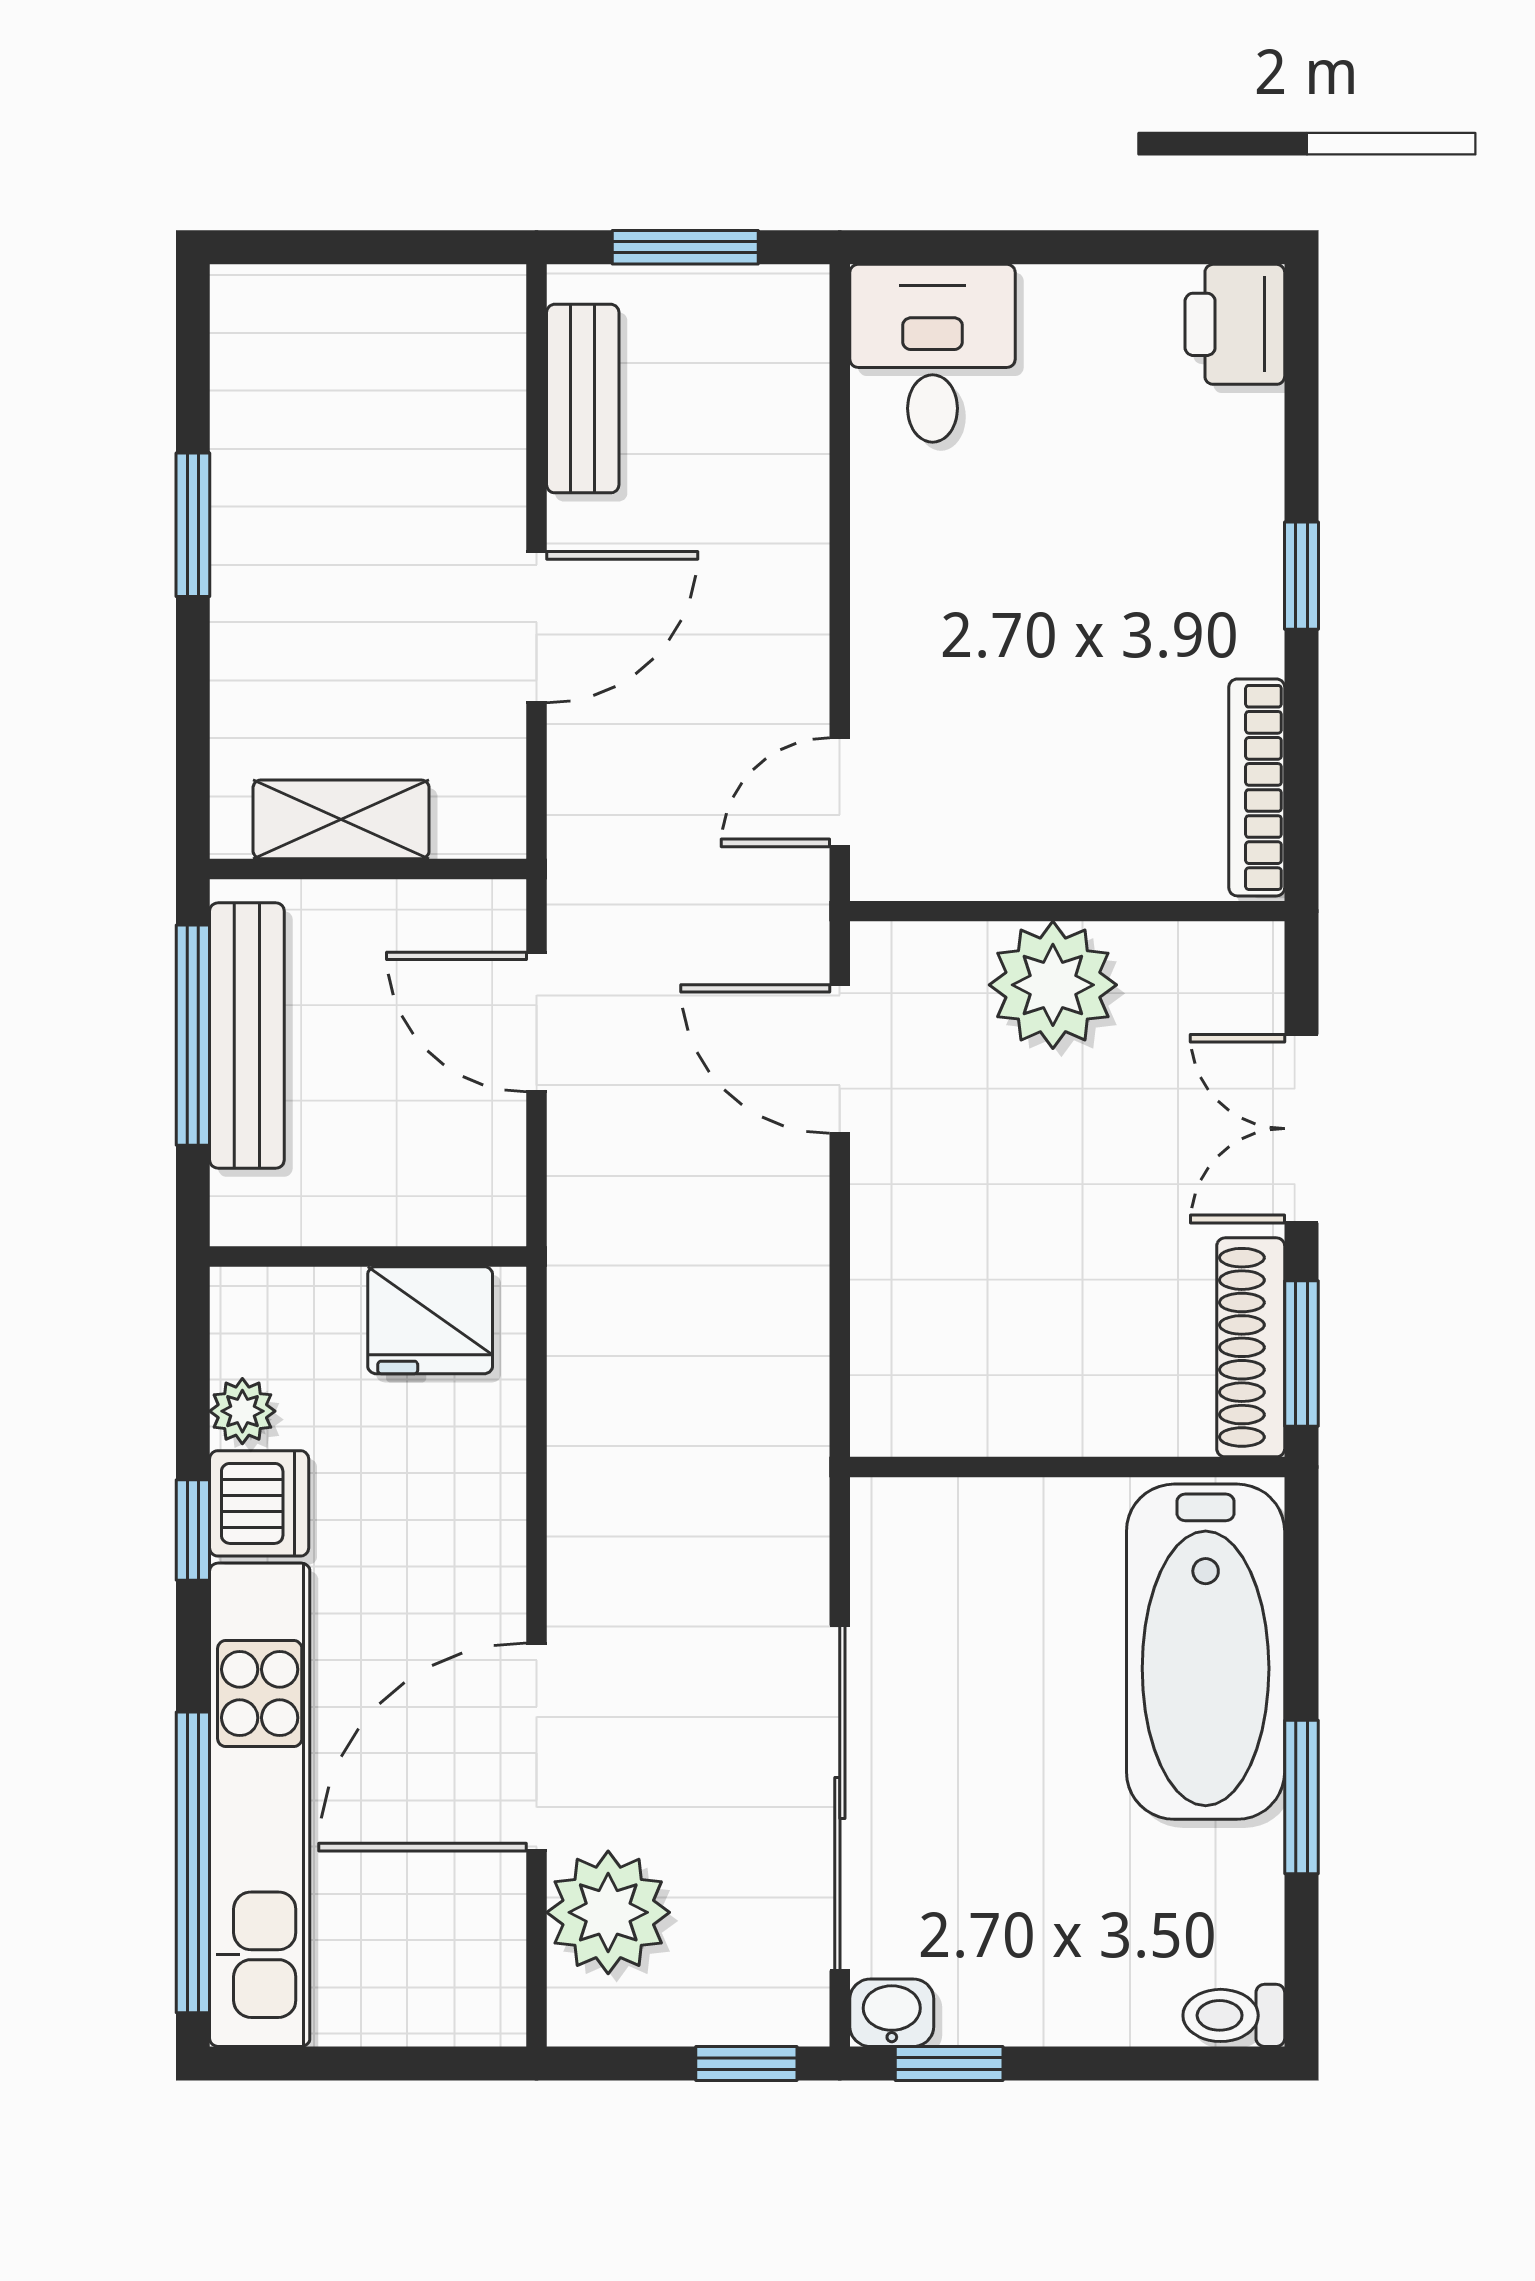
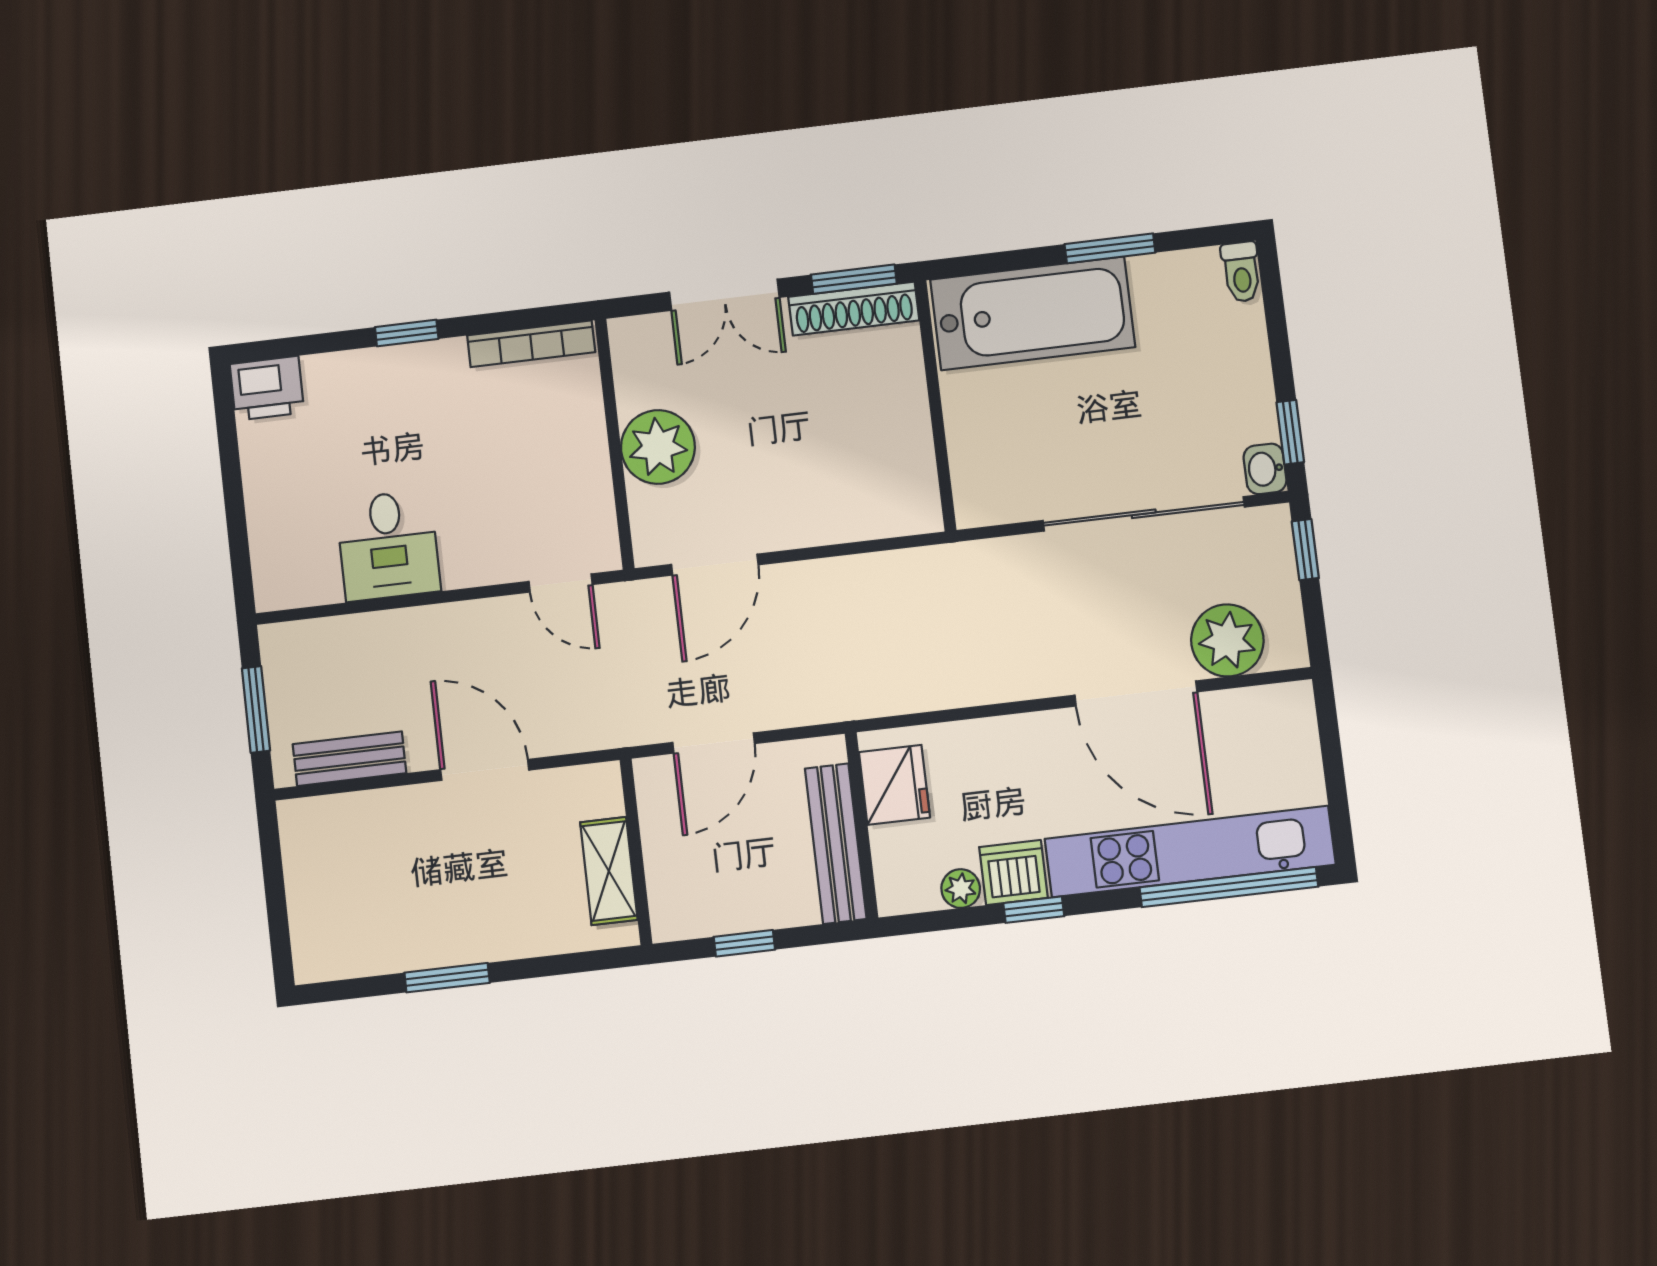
desk: (933, 353) -> (388, 546), moved, turned -90
window: (193, 1035) -> (744, 943), width x0.46
bench: (247, 1035) -> (836, 844), moved, turned 90

